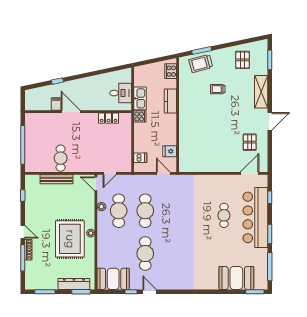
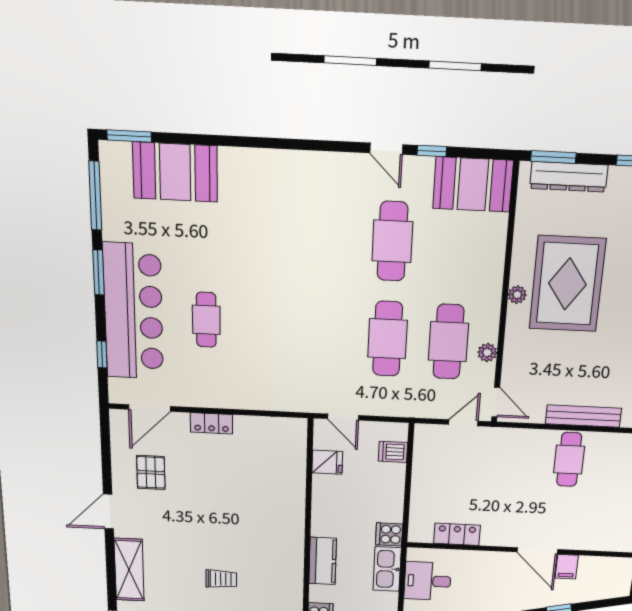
locker: (222, 167) -> (212, 423), added

